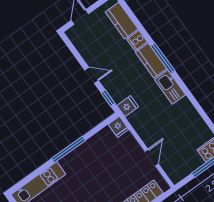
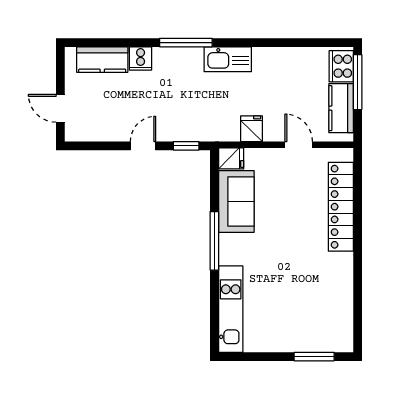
kitchen counter: (151, 61) -> (341, 108), moved, turned 90
fridge: (128, 106) -> (252, 129), moved
sofa: (98, 146) -> (236, 201), added

